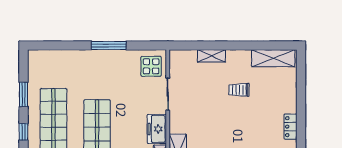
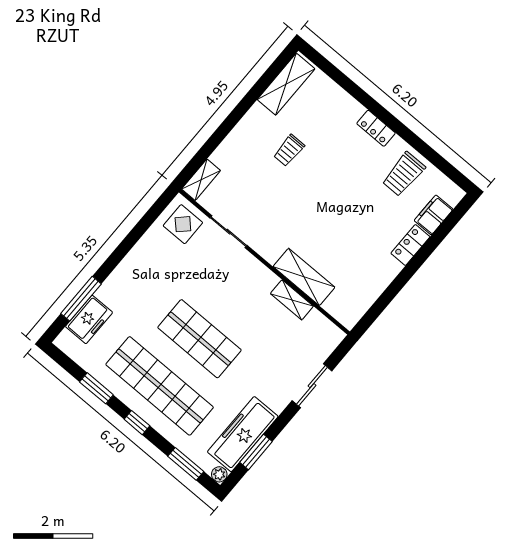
window: (109, 45) -> (81, 299), moved
shelving: (211, 56) -> (201, 180), moved
freezer: (157, 129) -> (89, 319), moved, turned -90

